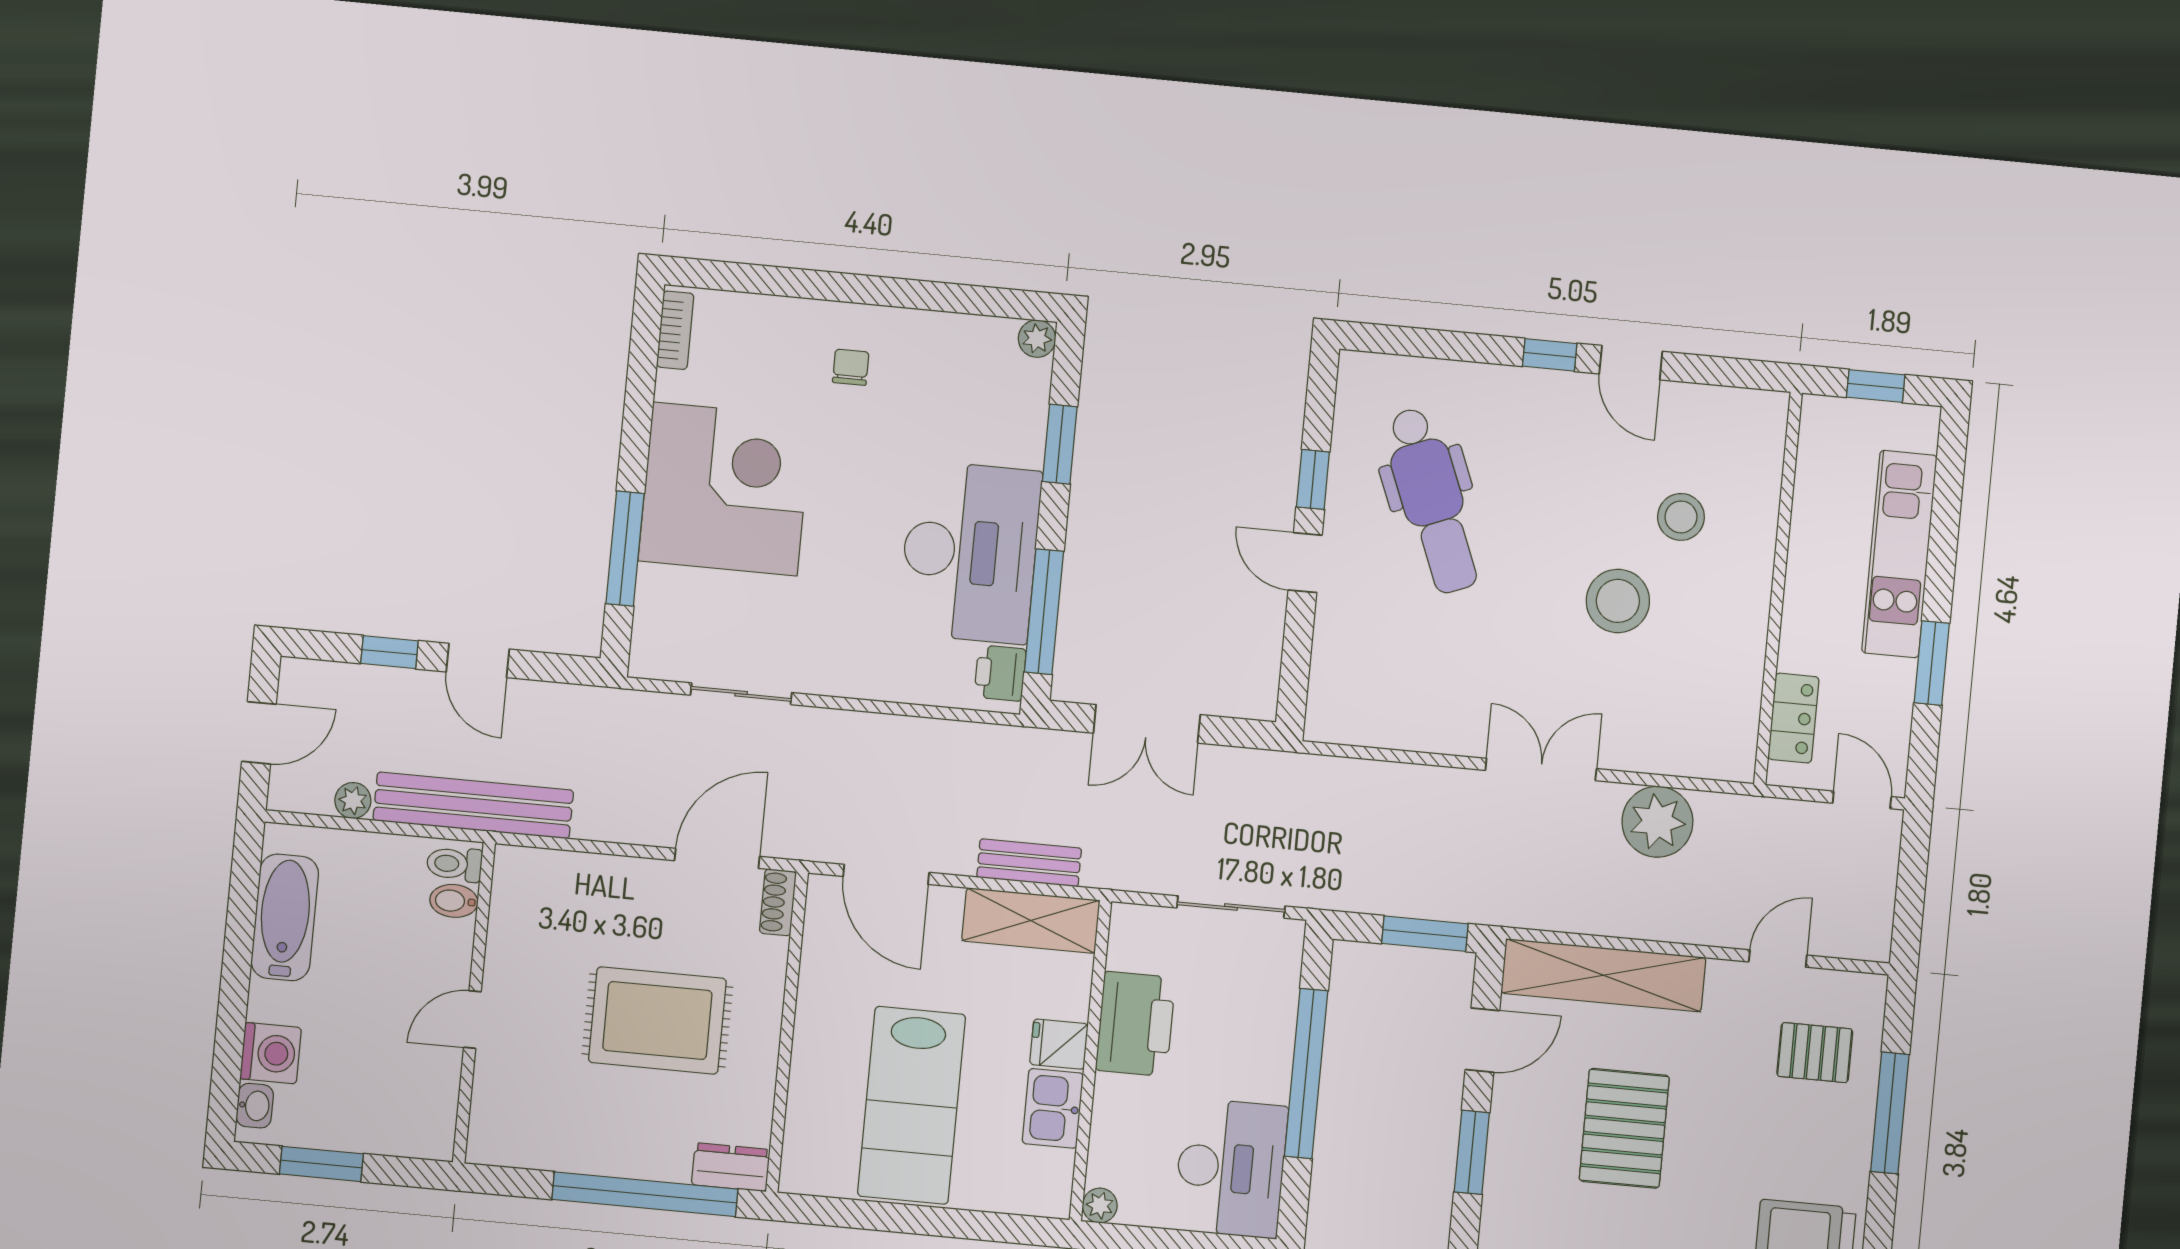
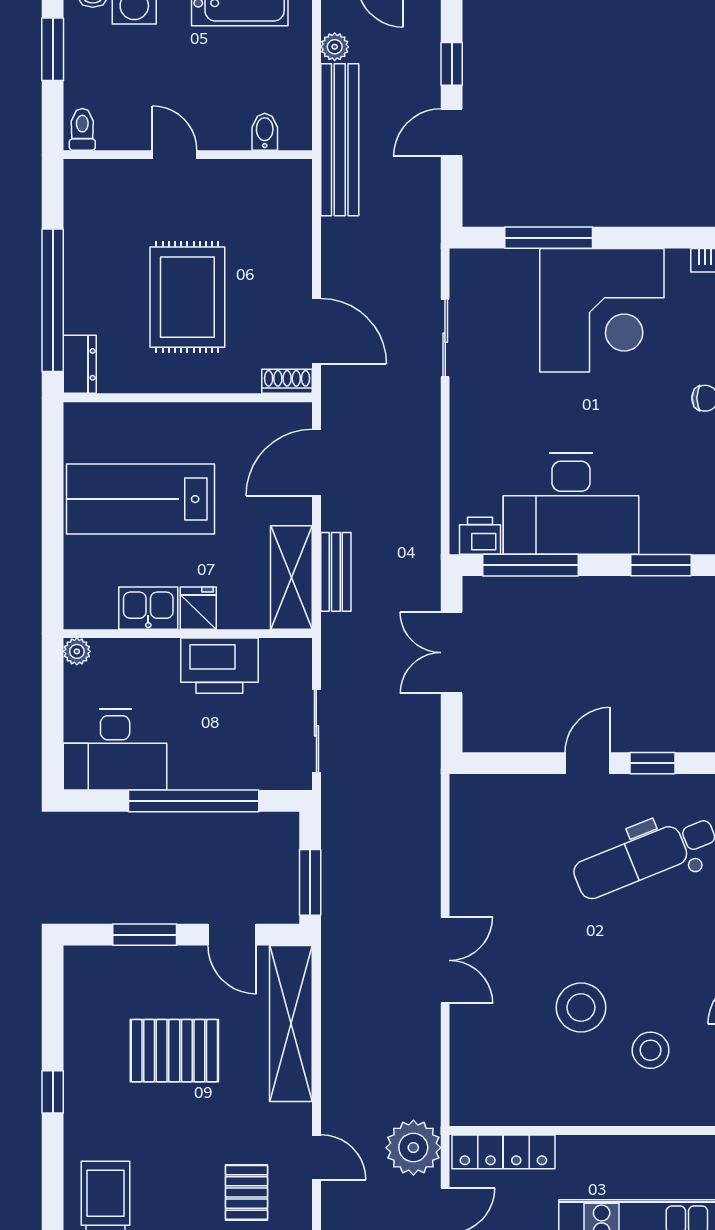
locker: (1793, 718) -> (503, 1152), width x1.53
plant: (1657, 822) -> (413, 1148), moved
toilet: (454, 864) -> (82, 129), moved

